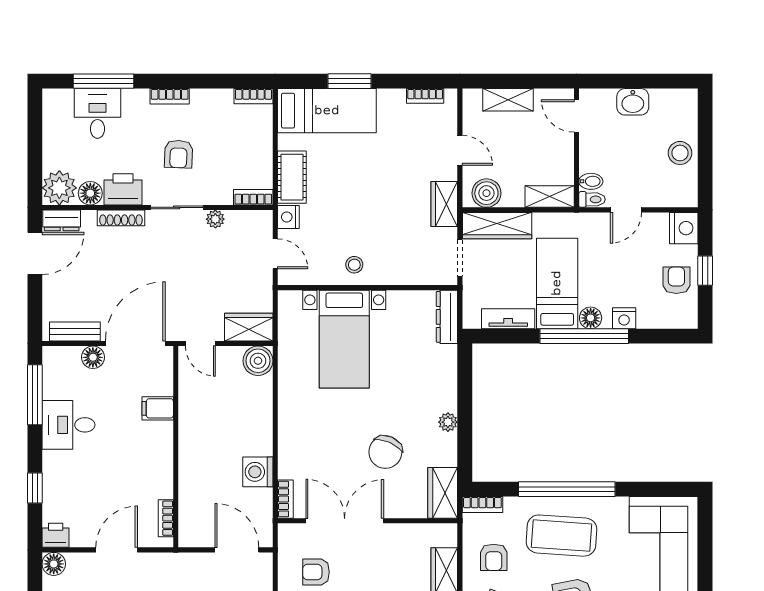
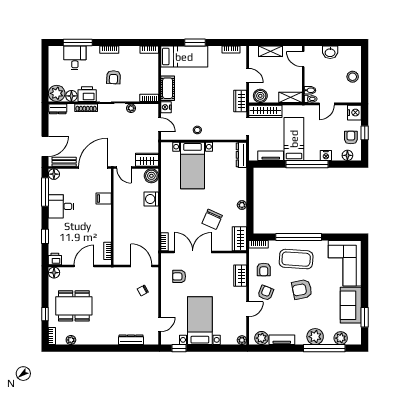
door: (35, 253) -> (45, 146), moved
floor lamp: (591, 318) -> (347, 155), moved
floor lamp: (93, 357) -> (54, 174), moved
washing machine: (258, 472) -> (151, 199), moved

